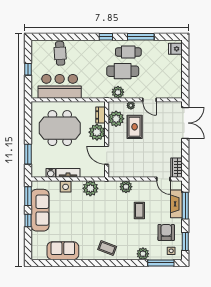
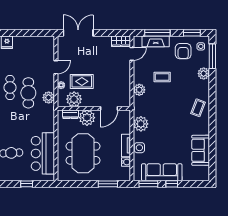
armchair: (166, 232) -> (183, 51), turned -90

